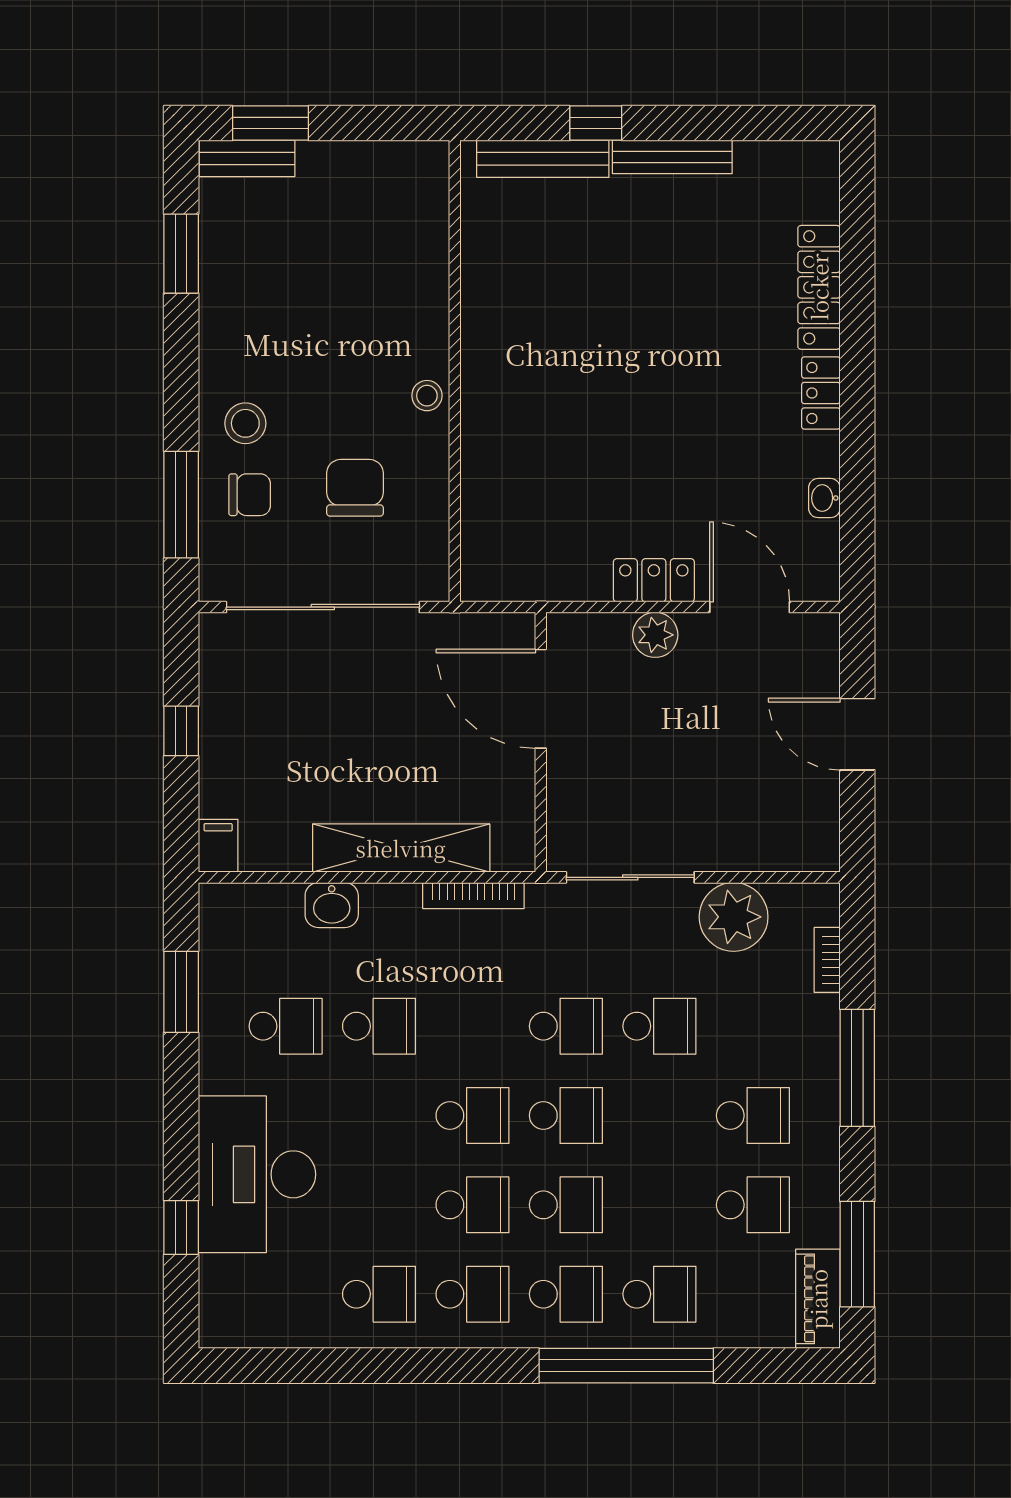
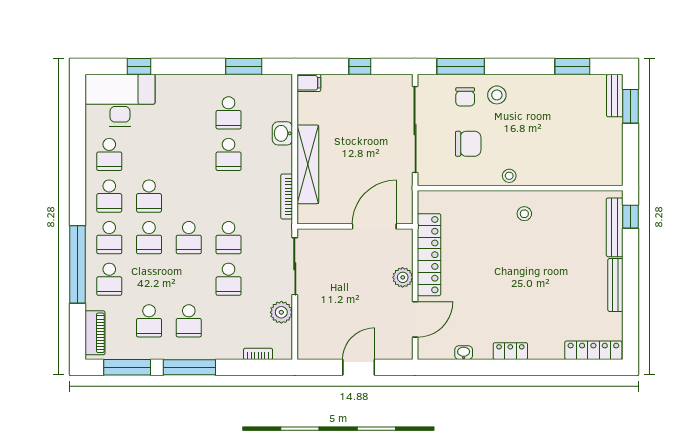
window: (596, 123) -> (631, 217), moved
locker: (819, 287) -> (593, 350), moved
stool: (512, 362) -> (524, 214), added
locker: (654, 580) -> (429, 255), width x2.16, depth x1.21
plant: (734, 917) -> (281, 312), width x0.73, depth x0.73
window: (857, 1068) -> (189, 367), moved
school desk: (472, 1116) -> (189, 196), removed
desk: (257, 1174) -> (120, 100), moved
piano: (818, 1299) -> (95, 333), moved, turned 90

